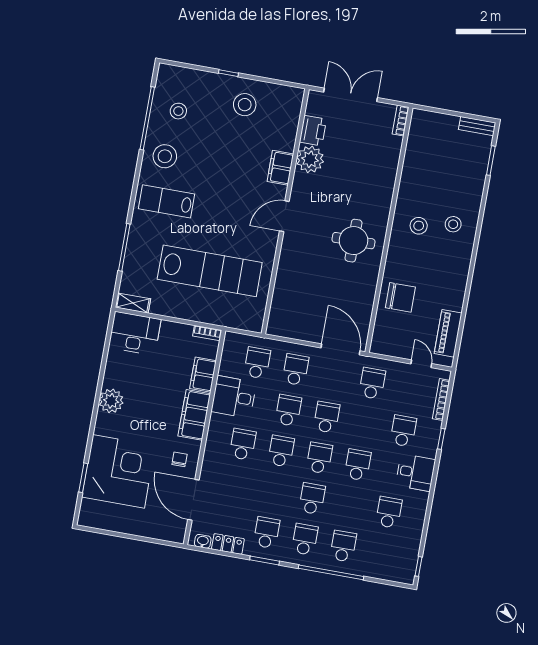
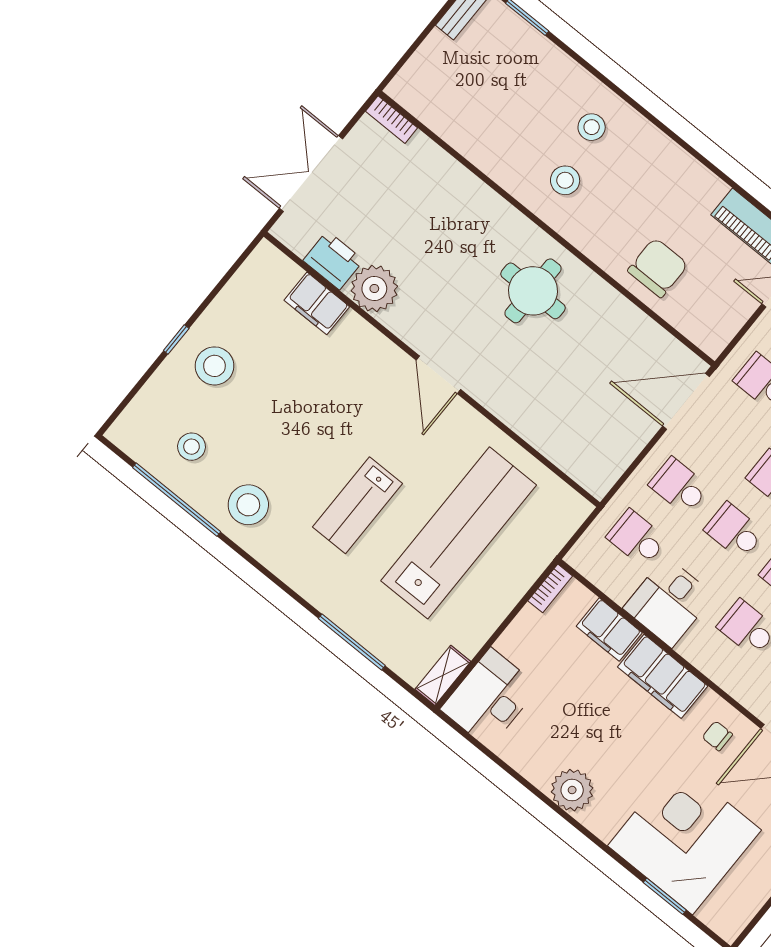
stool: (245, 105) -> (214, 366), moved
filing cabinet: (280, 168) -> (317, 303), moved
lab bench: (167, 201) -> (357, 505), moved

